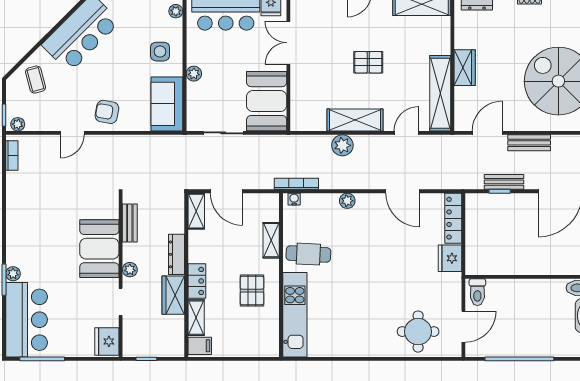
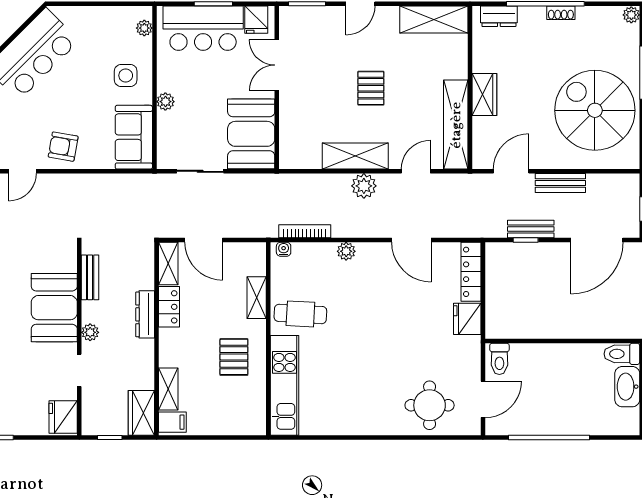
pallet: (368, 62) -> (371, 88), turned 90
plant: (342, 145) -> (364, 186), moved
bookcase: (296, 184) -> (305, 231), moved
locker: (197, 281) -> (169, 307), moved
wardrobe: (173, 295) -> (141, 413), moved

